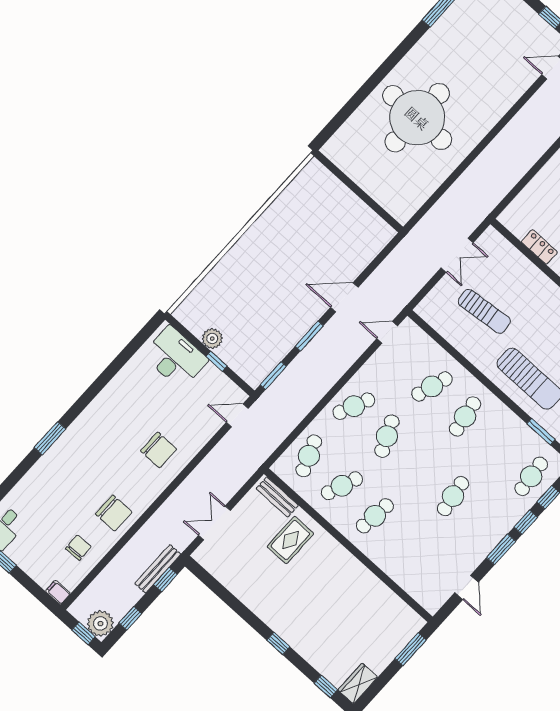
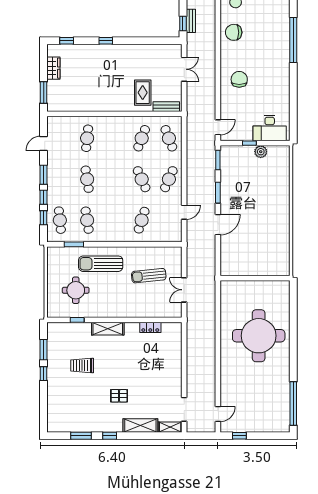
door: (387, 332) -> (184, 212), moved
cafe table: (465, 416) -> (87, 220), moved
window: (50, 438) -> (293, 40), width x2.11
chair: (159, 450) -> (239, 79), turned 90
cafe table: (375, 516) -> (87, 138), moved
bench: (158, 569) -> (191, 21), width x0.73
door: (467, 587) -> (44, 143), hinge flipped
wardrobe: (358, 683) -> (53, 68), moved

